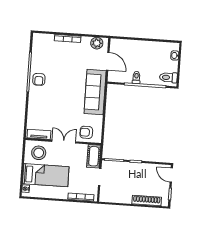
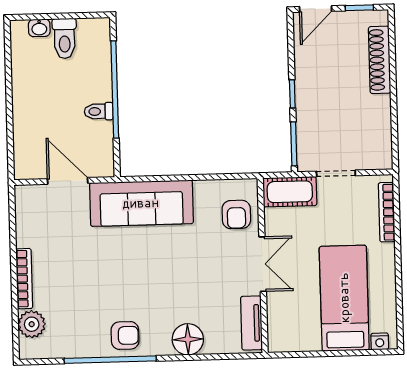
plant: (97, 43) -> (32, 324), moved
door: (108, 61) -> (68, 181), hinge flipped
toilet: (168, 77) -> (65, 38), moved
floor lamp: (35, 106) -> (188, 339), added
double door: (64, 142) -> (263, 264), swing flipped
stool: (39, 153) -> (294, 319), removed

